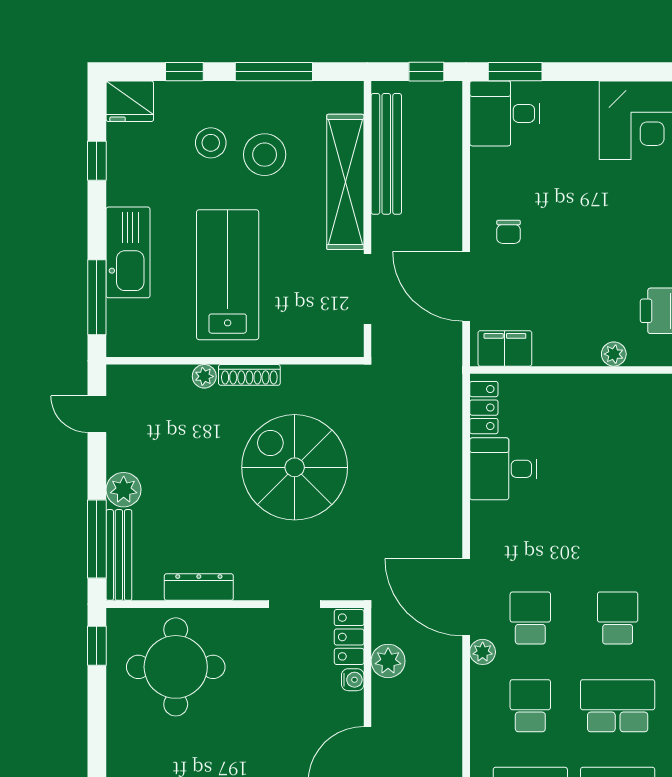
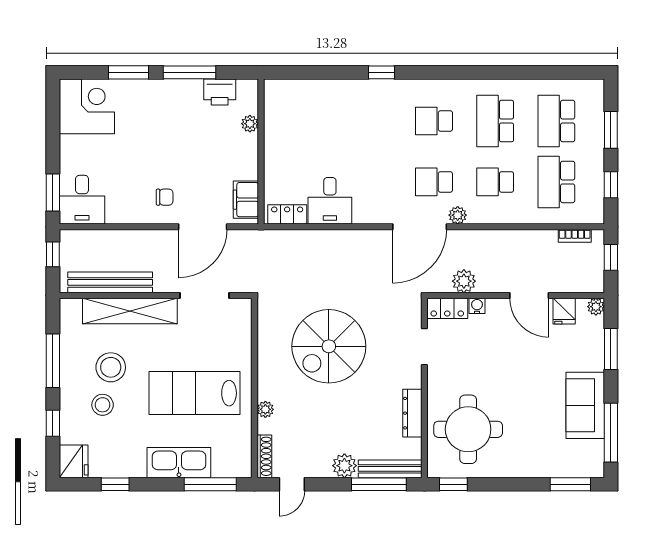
shoe rack: (249, 375) -> (264, 456), moved

